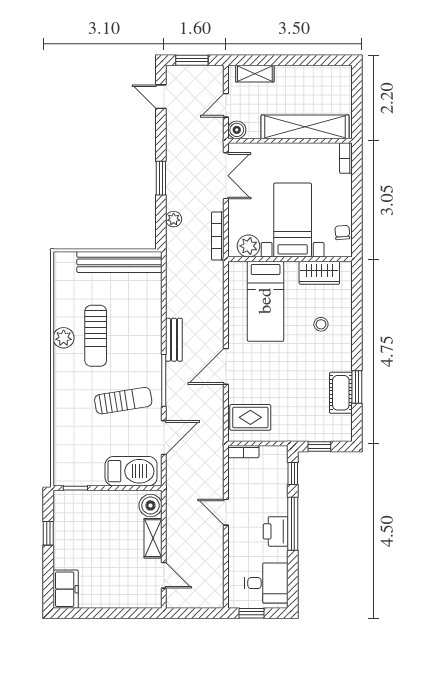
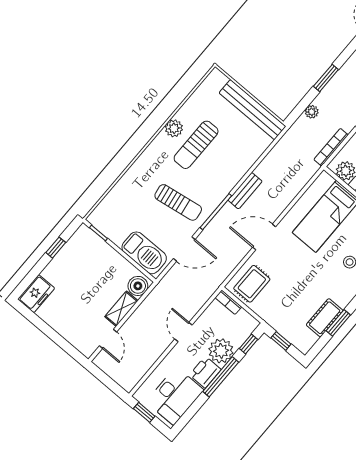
rug: (250, 417) -> (252, 284), turned 90
plant: (273, 501) -> (221, 351), added
desk: (266, 583) -> (175, 396), width x1.37

